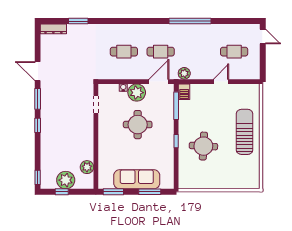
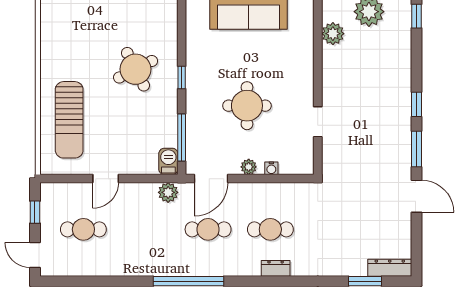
window: (78, 21) -> (365, 281), moved
window: (190, 21) -> (189, 281), moved
dresser: (121, 29) -> (276, 268), added
window: (263, 62) -> (35, 212), added
plant: (137, 93) -> (249, 167), width x0.53, depth x0.53
doorway: (96, 104) -> (318, 122), moved
sun lounger: (245, 132) -> (69, 120), moved
round table: (203, 146) -> (136, 69), turned -30

